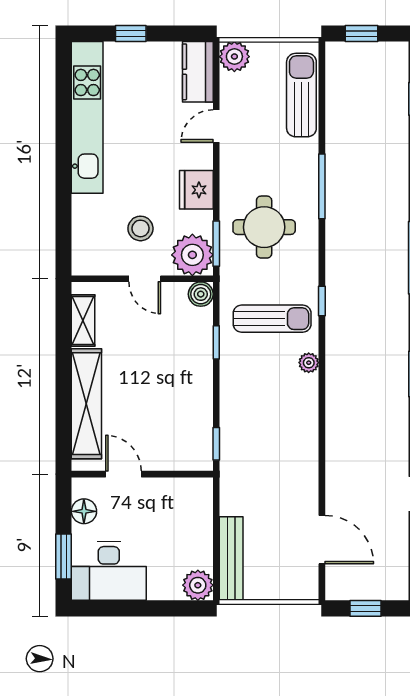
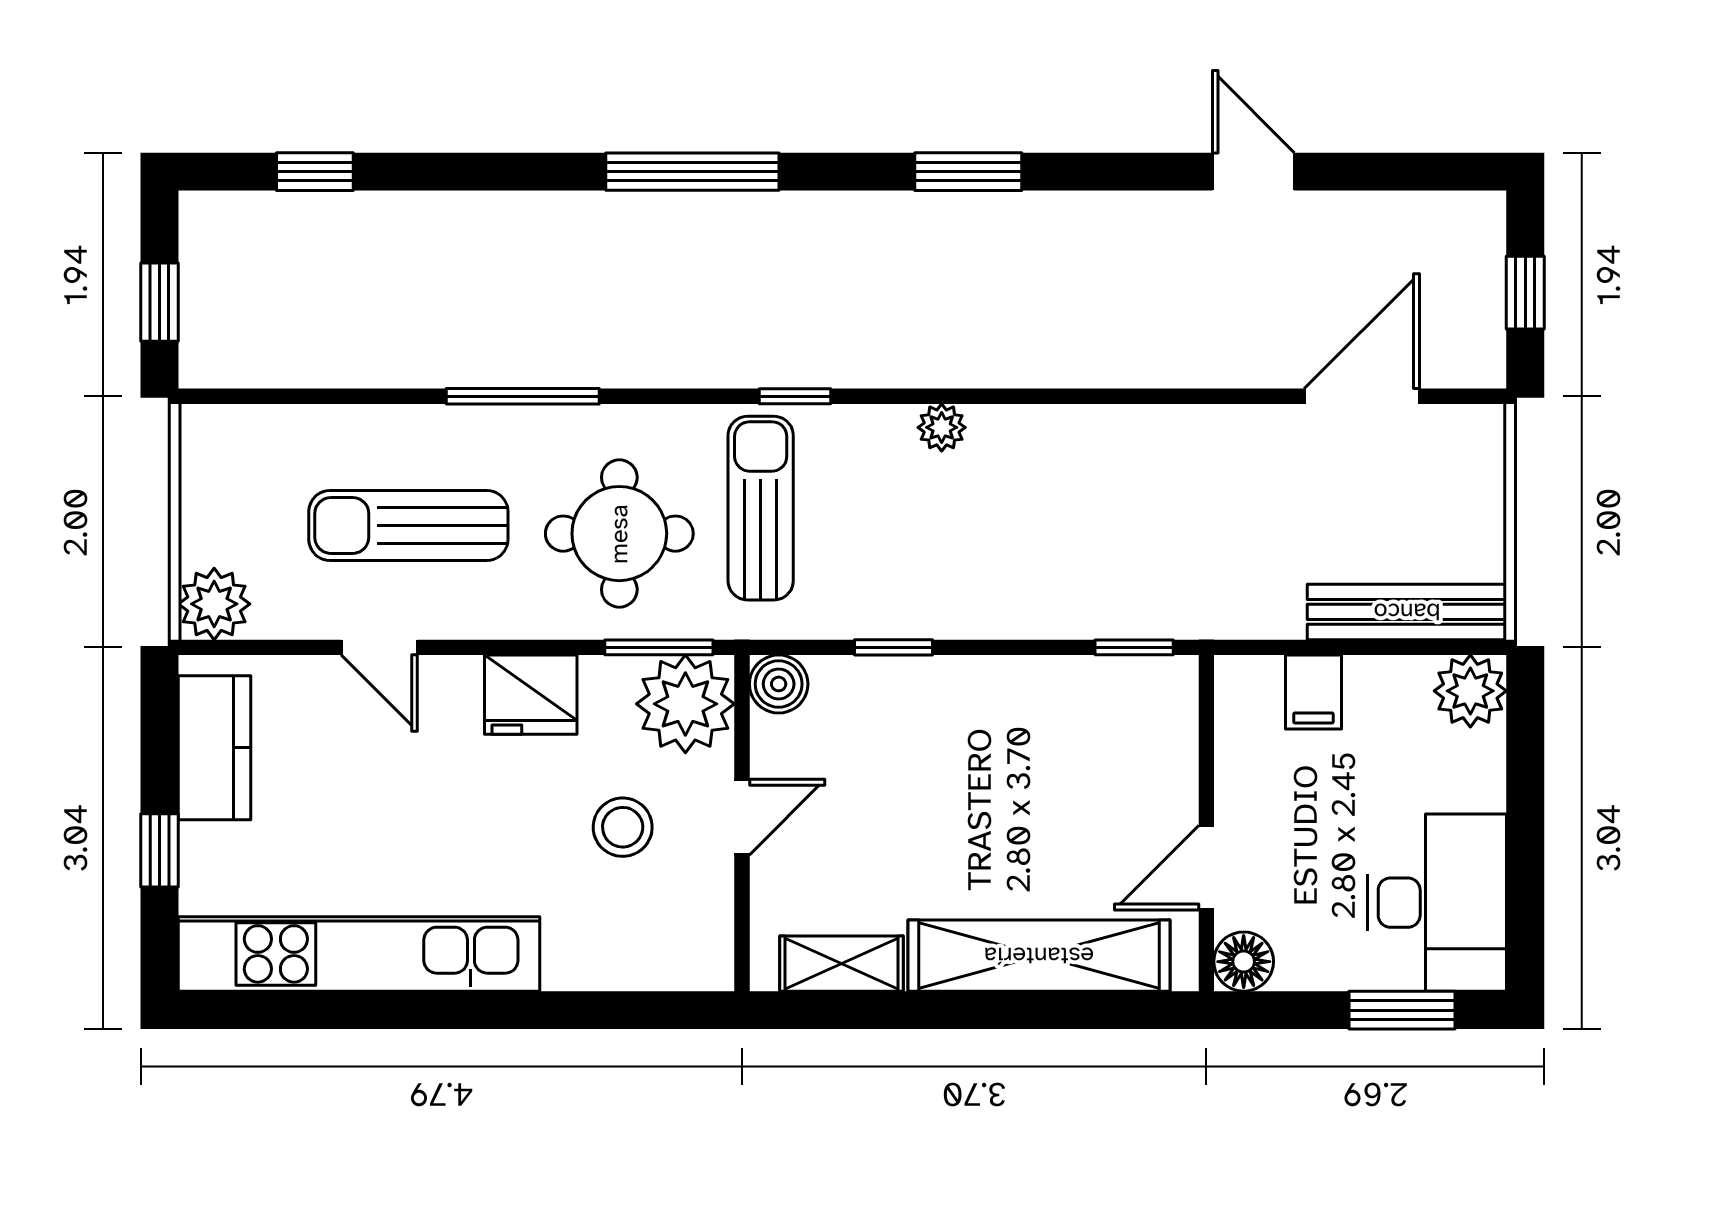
kitchen counter: (198, 72) -> (214, 748), moved, turned -90
sun lounger: (301, 95) -> (408, 525), moved
sun lounger: (272, 319) -> (761, 508), moved
floor lamp: (84, 511) -> (1244, 962), moved
filing cabinet: (197, 519) -> (1313, 692), added

